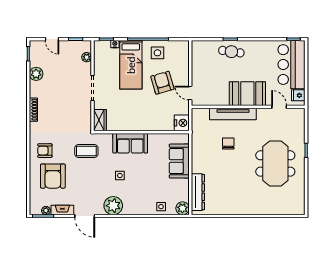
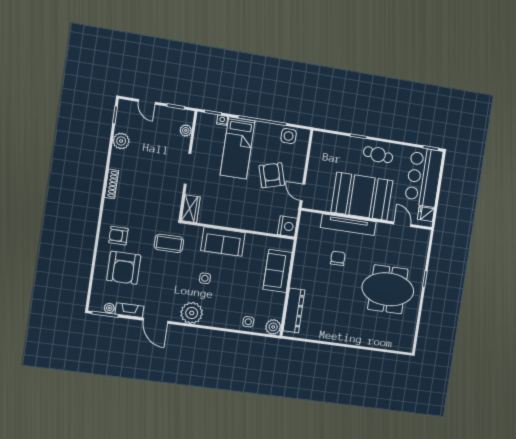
cafe table: (231, 52) -> (378, 155), moved
side table: (157, 53) -> (289, 136), moved
booth: (247, 94) -> (362, 196), width x1.36, depth x1.42
meeting table: (275, 163) -> (388, 289), turned 90

